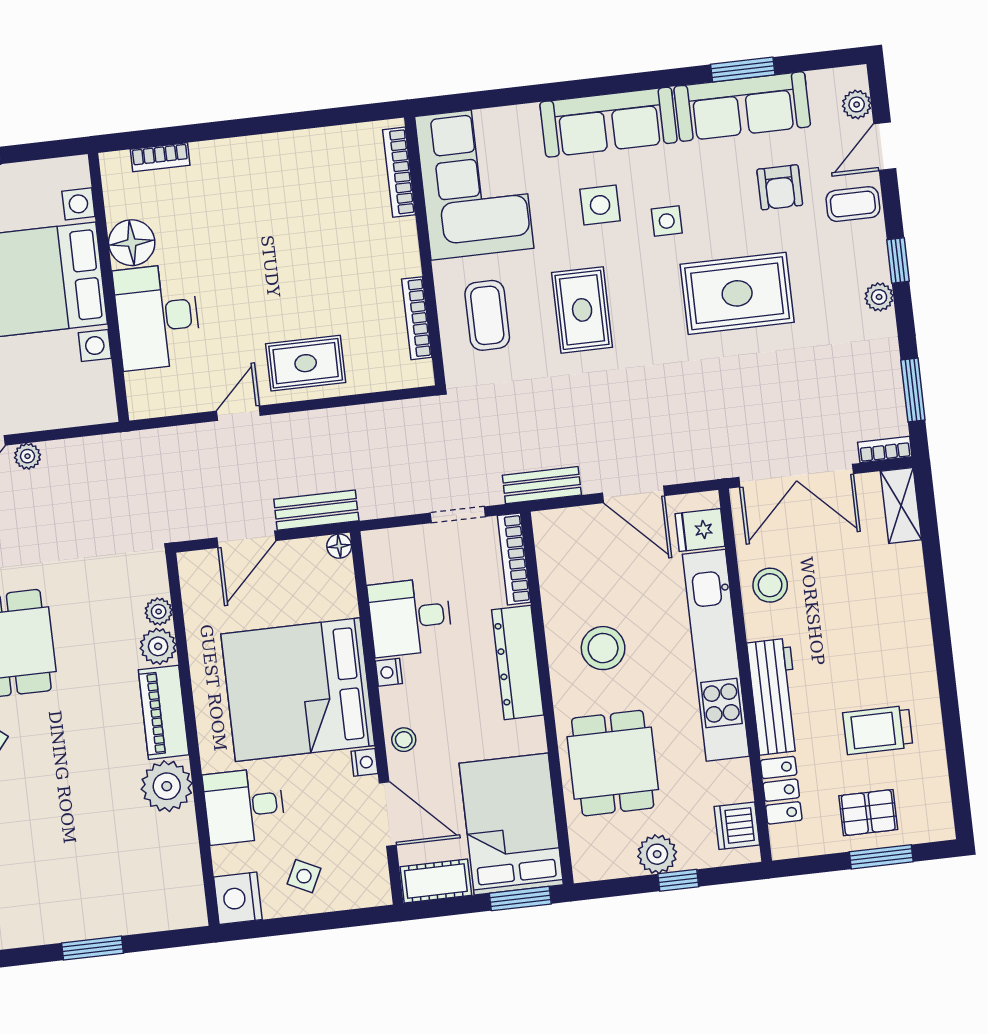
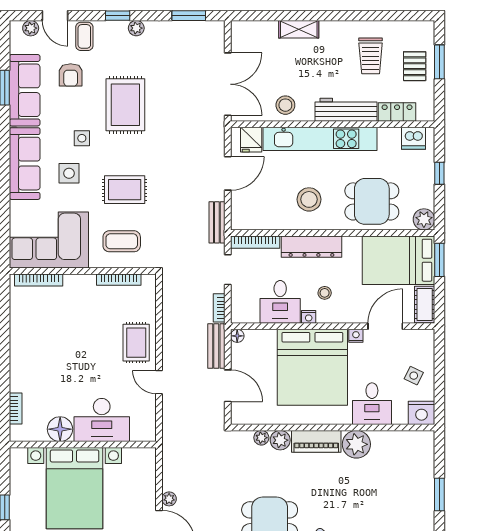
armchair: (780, 187) -> (71, 75), turned 90
bookcase: (885, 450) -> (219, 308), moved
shelving: (901, 506) -> (299, 29), moved
stool: (404, 740) -> (325, 293), moved
plant: (657, 854) -> (424, 219), moved

